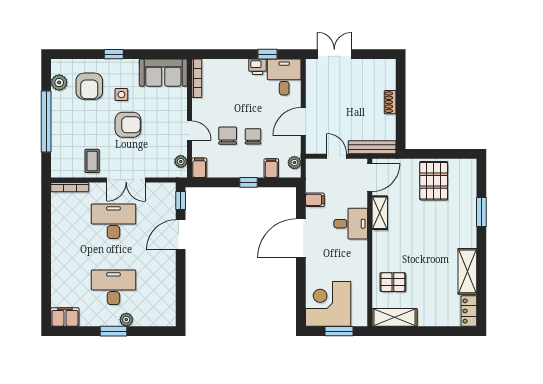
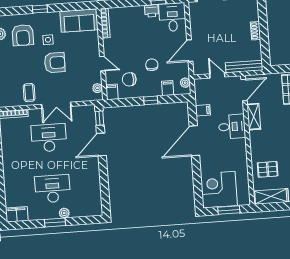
chair: (228, 136) -> (129, 79), moved, turned -90

